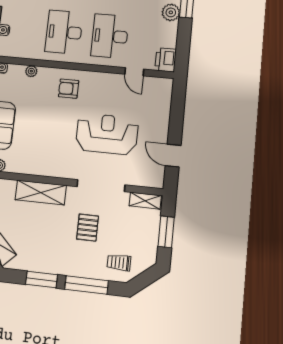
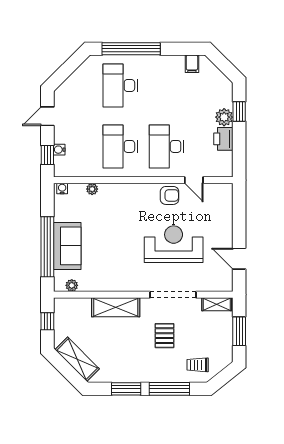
printer: (166, 60) -> (223, 139), moved
armchair: (69, 89) -> (170, 195), moved, turned 180

